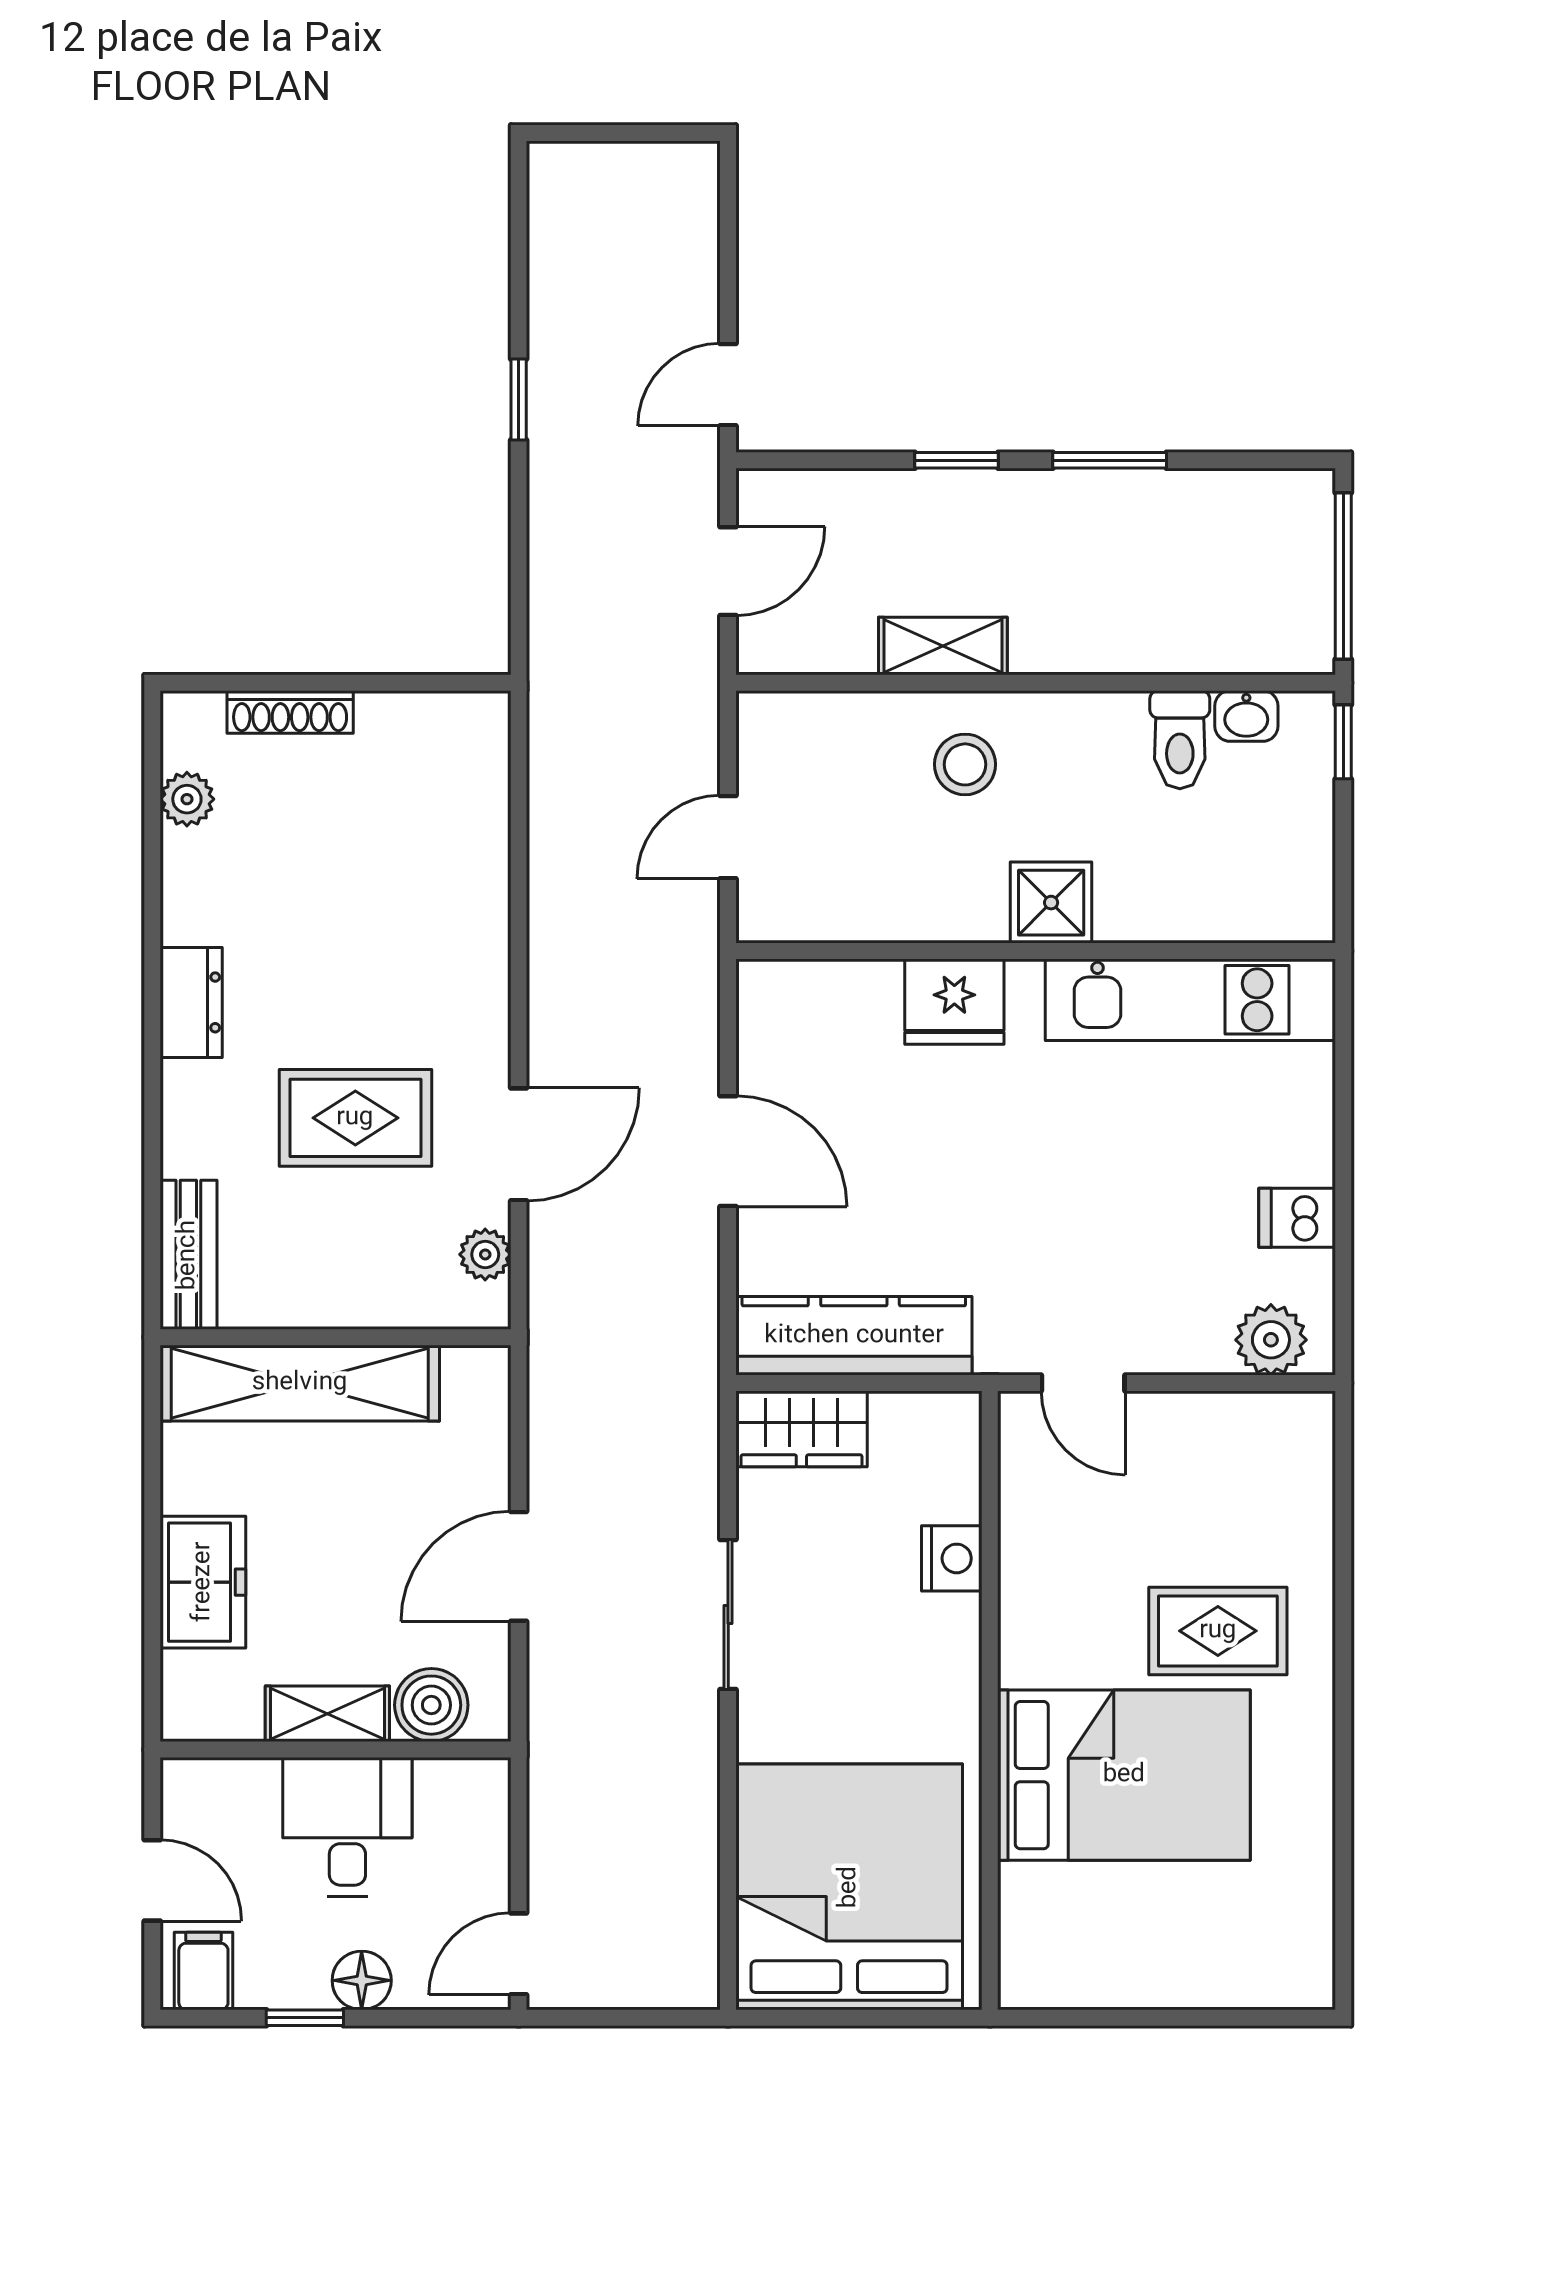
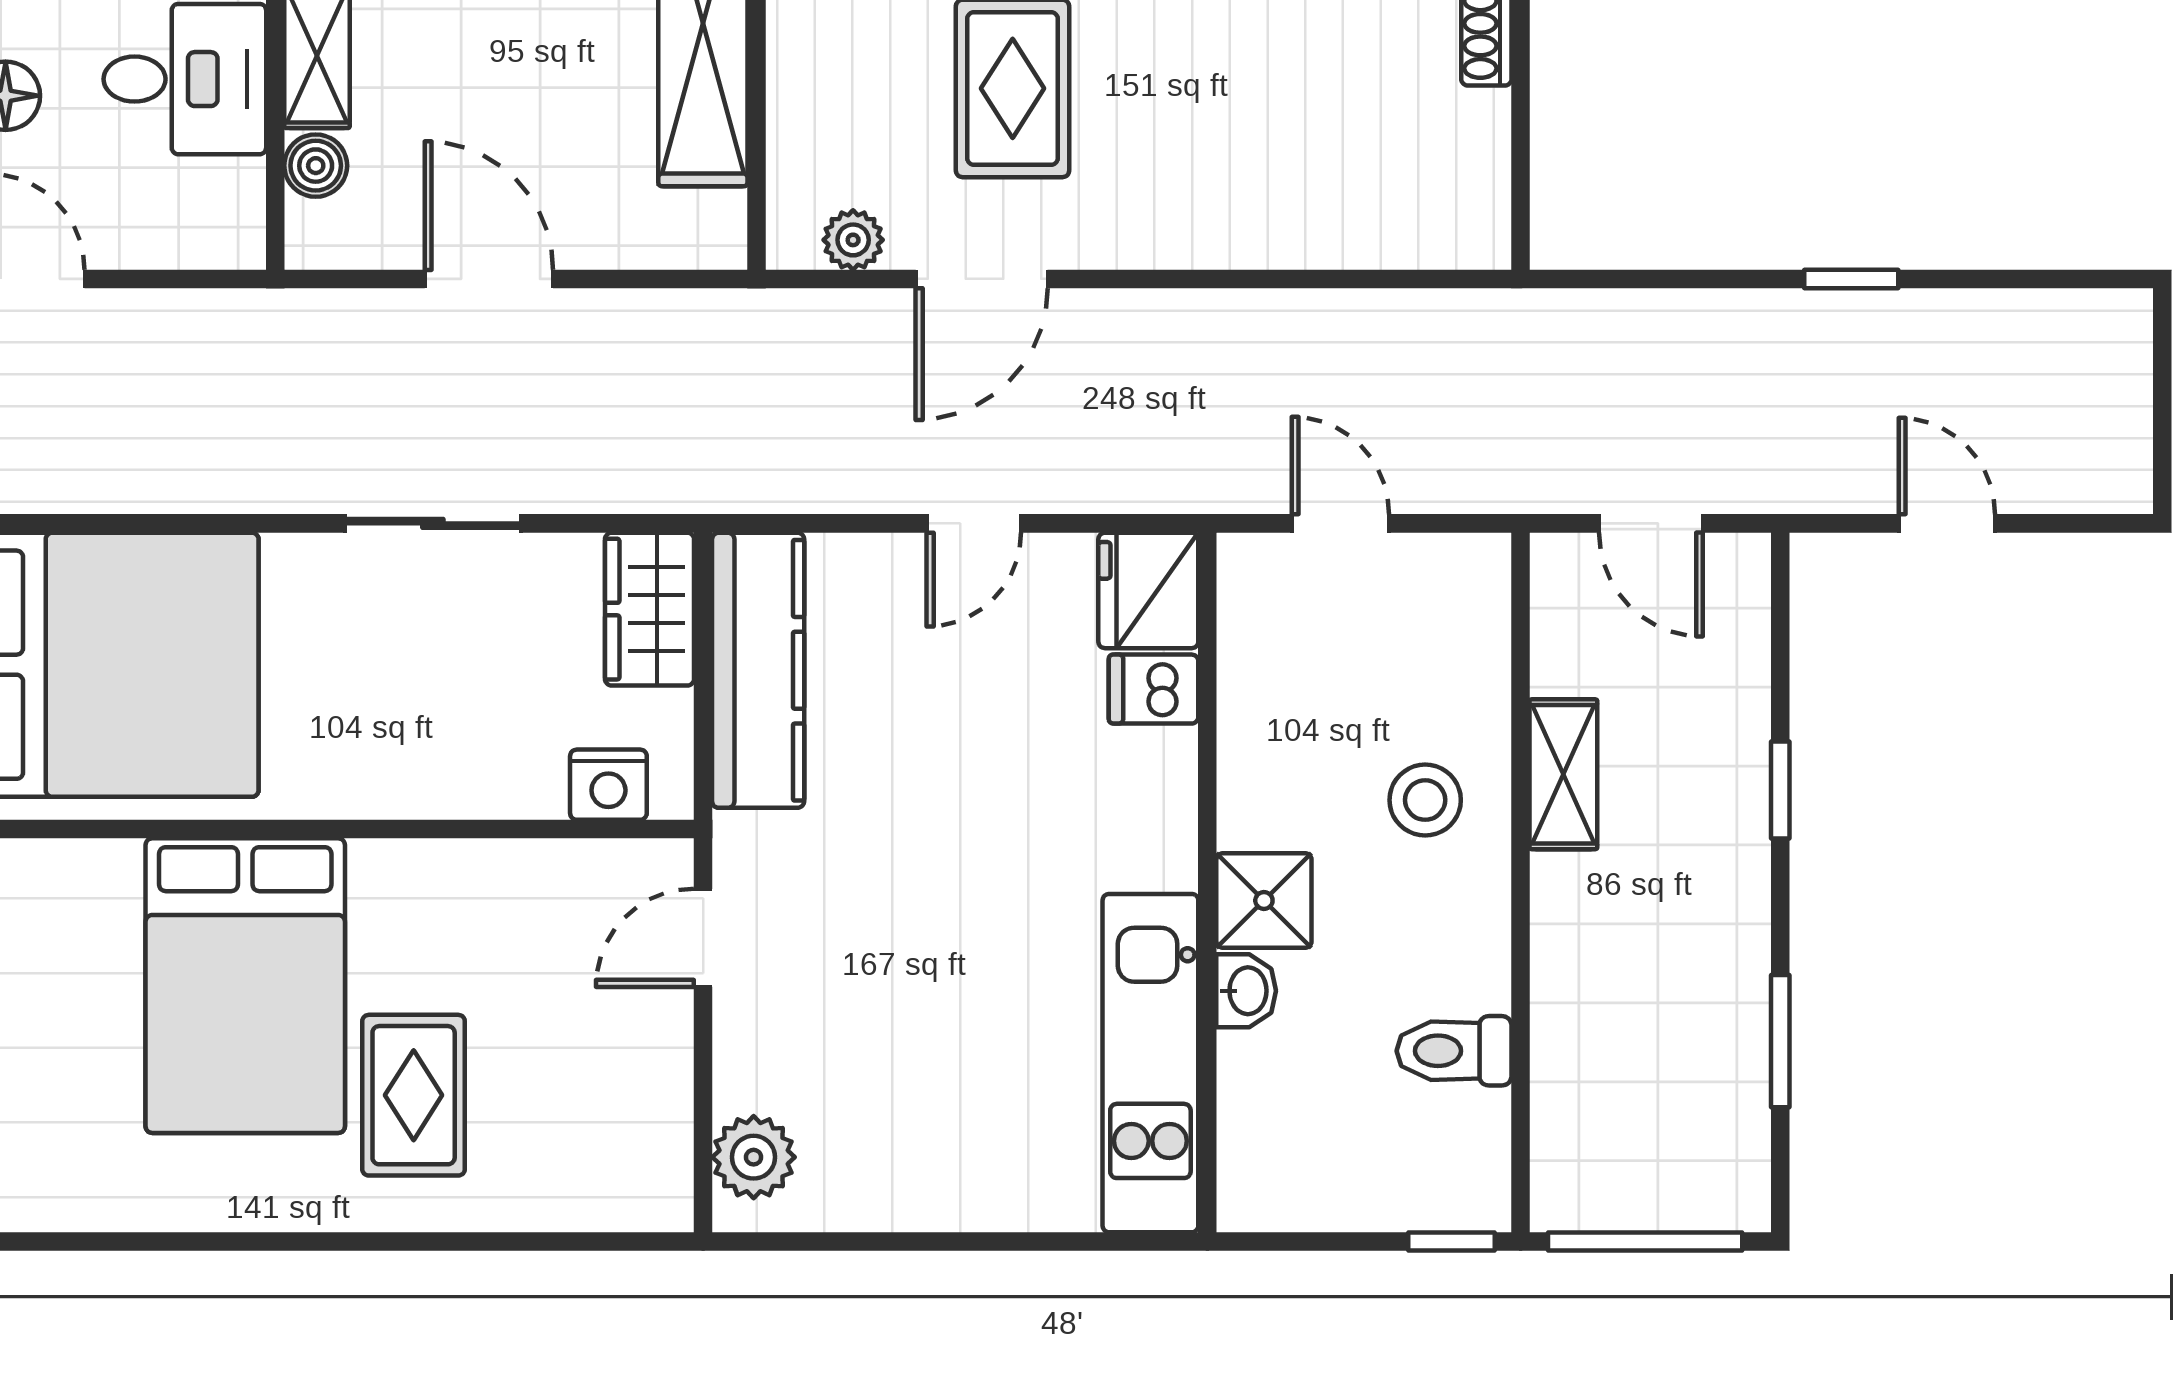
door: (728, 385) -> (1947, 523), moved
window: (1110, 460) -> (1780, 1041), moved
washbasin: (1246, 716) -> (1246, 991), moved, turned 180
fridge: (954, 1002) -> (1148, 590), moved
door: (519, 1144) -> (982, 279), hinge flipped
door: (728, 1151) -> (974, 523), width x0.73
dishwasher: (1297, 1218) -> (1154, 689), moved, turned -90
nightstand: (952, 1558) -> (608, 785), moved
boiler: (431, 1705) -> (316, 166), width x0.73, depth x0.73

